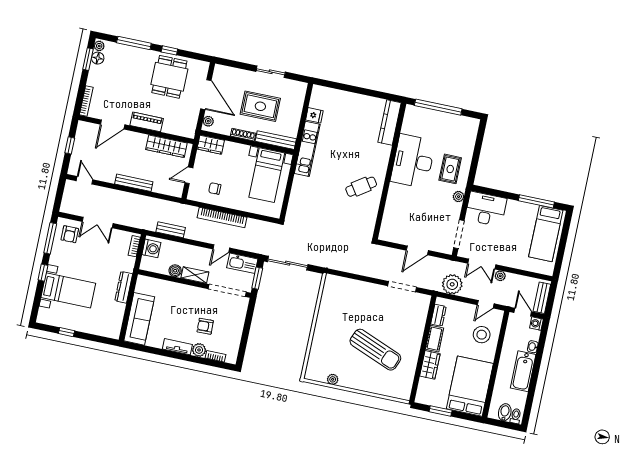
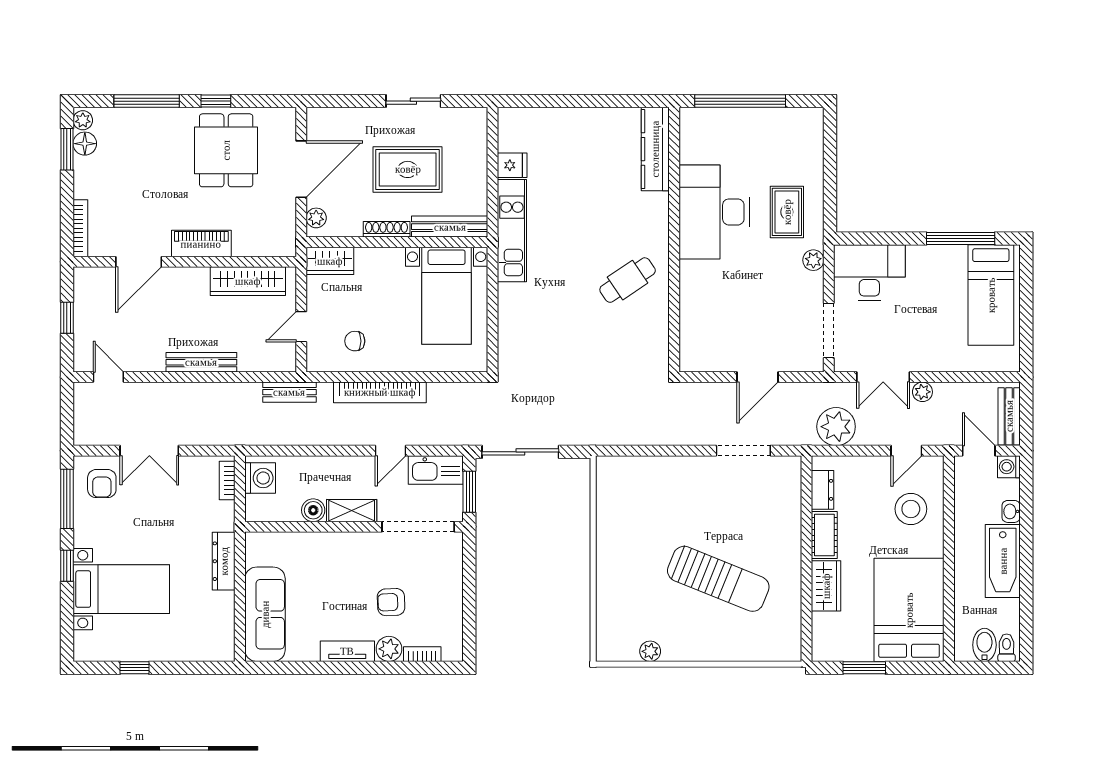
door: (206, 95) -> (301, 169), hinge flipped
bench: (171, 230) -> (289, 392), moved

